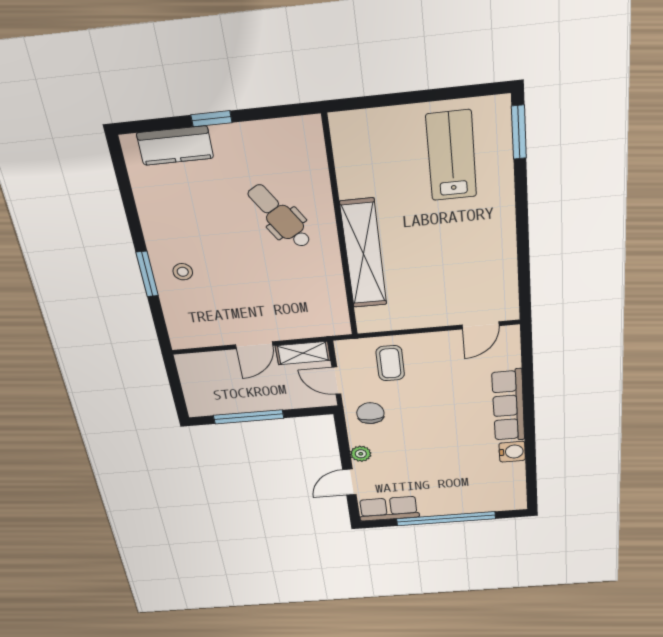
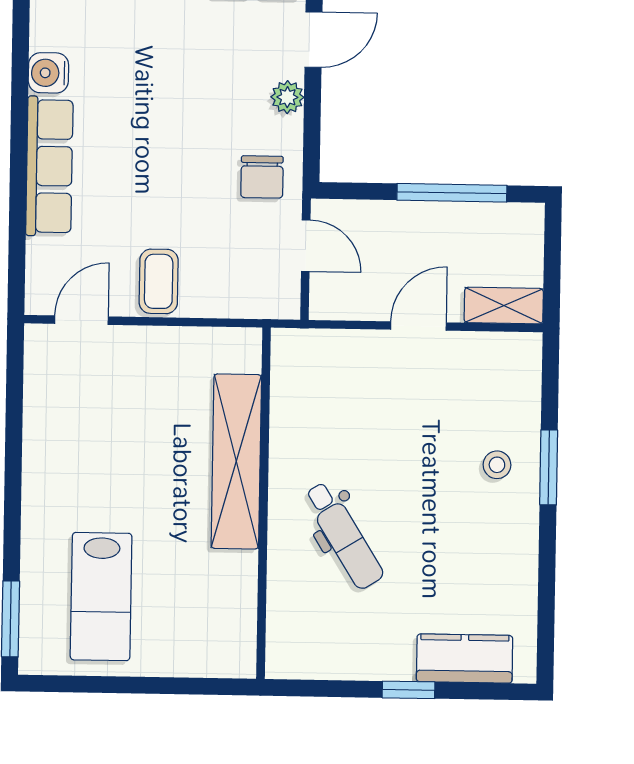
shelving: (303, 353) -> (504, 306), moved
coffee table: (390, 363) -> (159, 281), moved

